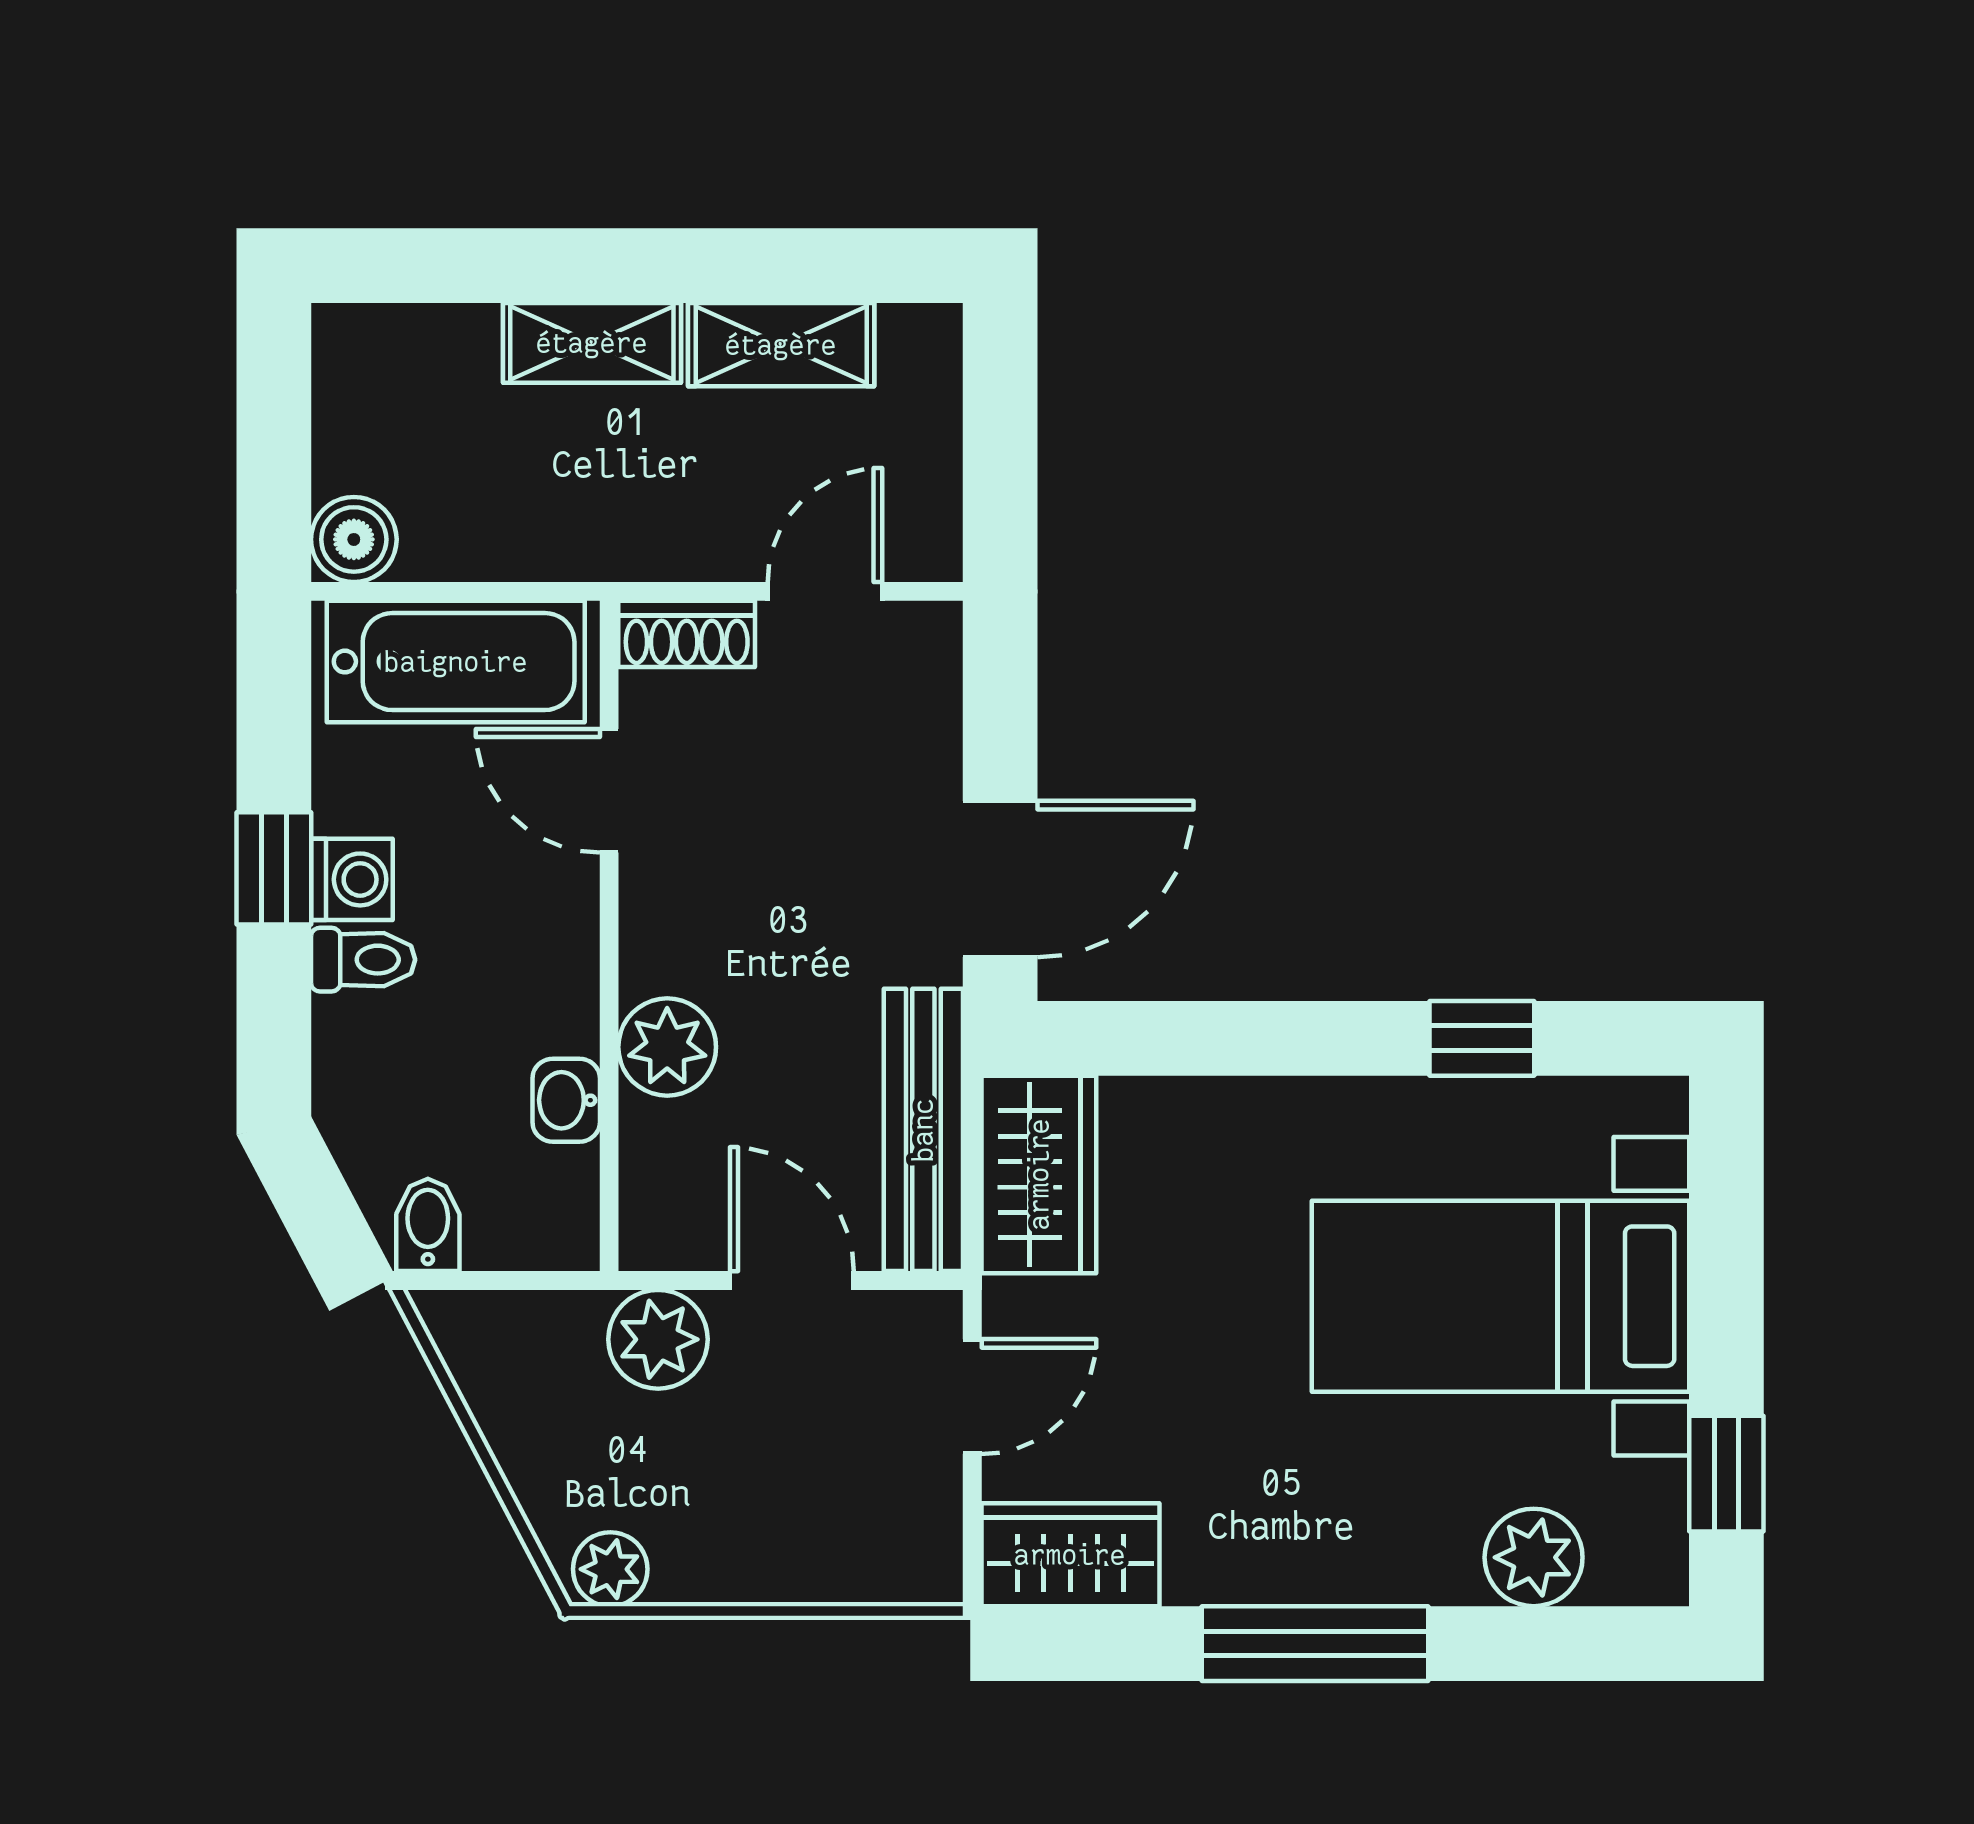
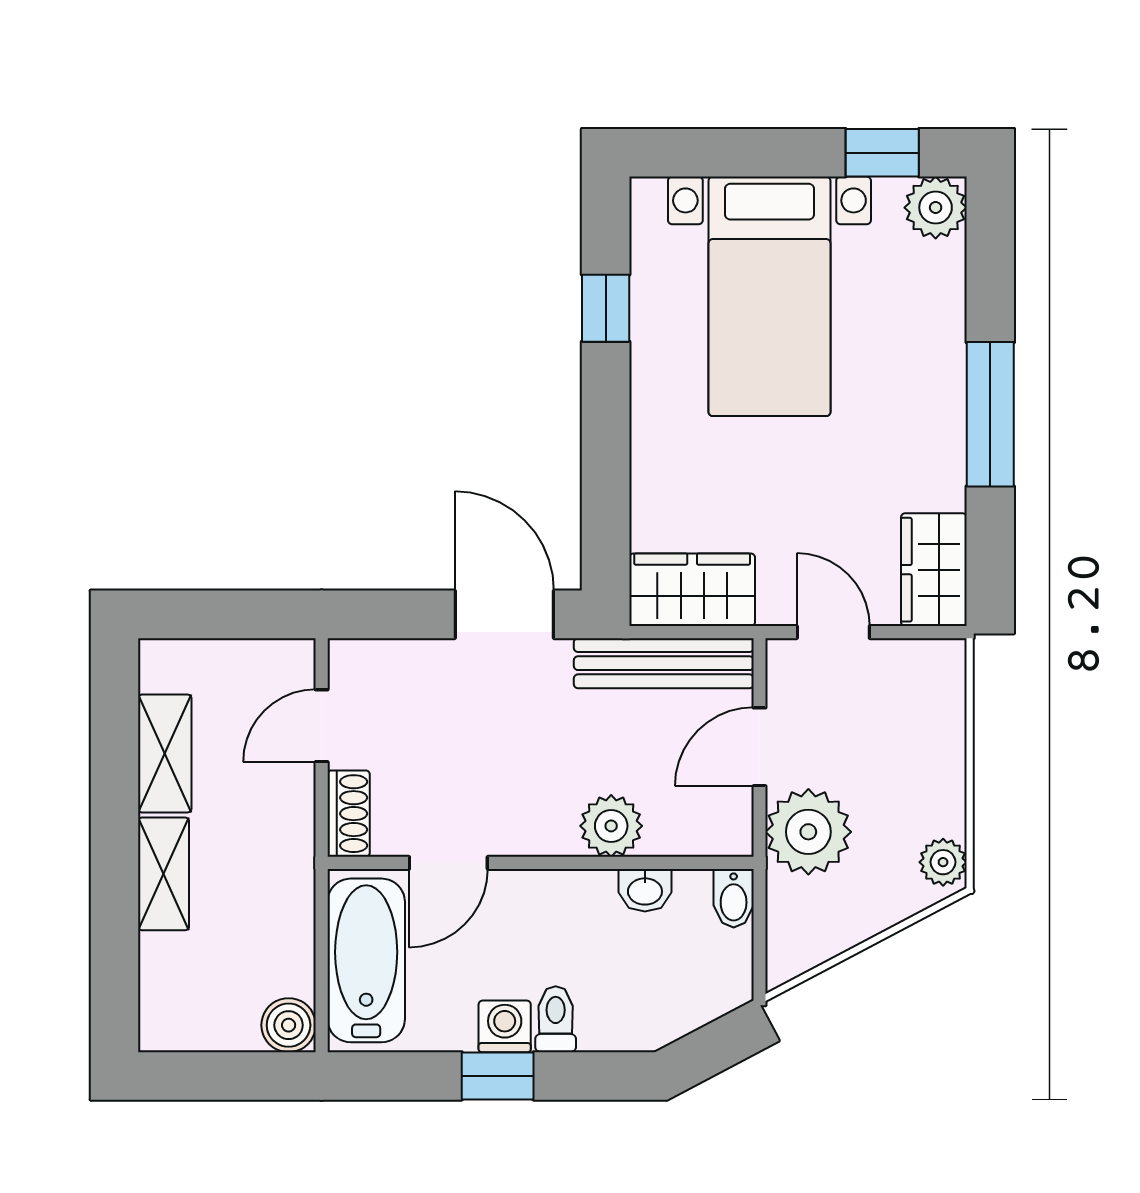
door: (825, 591) -> (322, 726), hinge flipped
bidet: (428, 1225) -> (734, 898), moved, turned -90
plant: (658, 1339) -> (808, 832), width x1.36, depth x1.36
plant: (1534, 1557) -> (936, 208), moved

